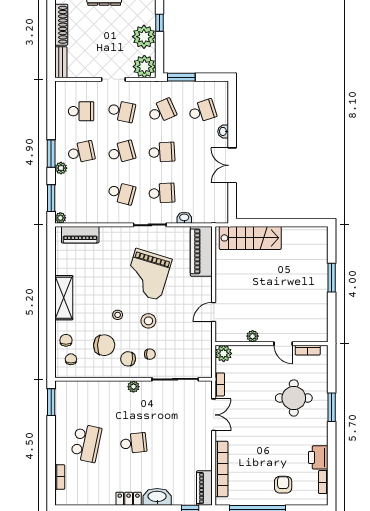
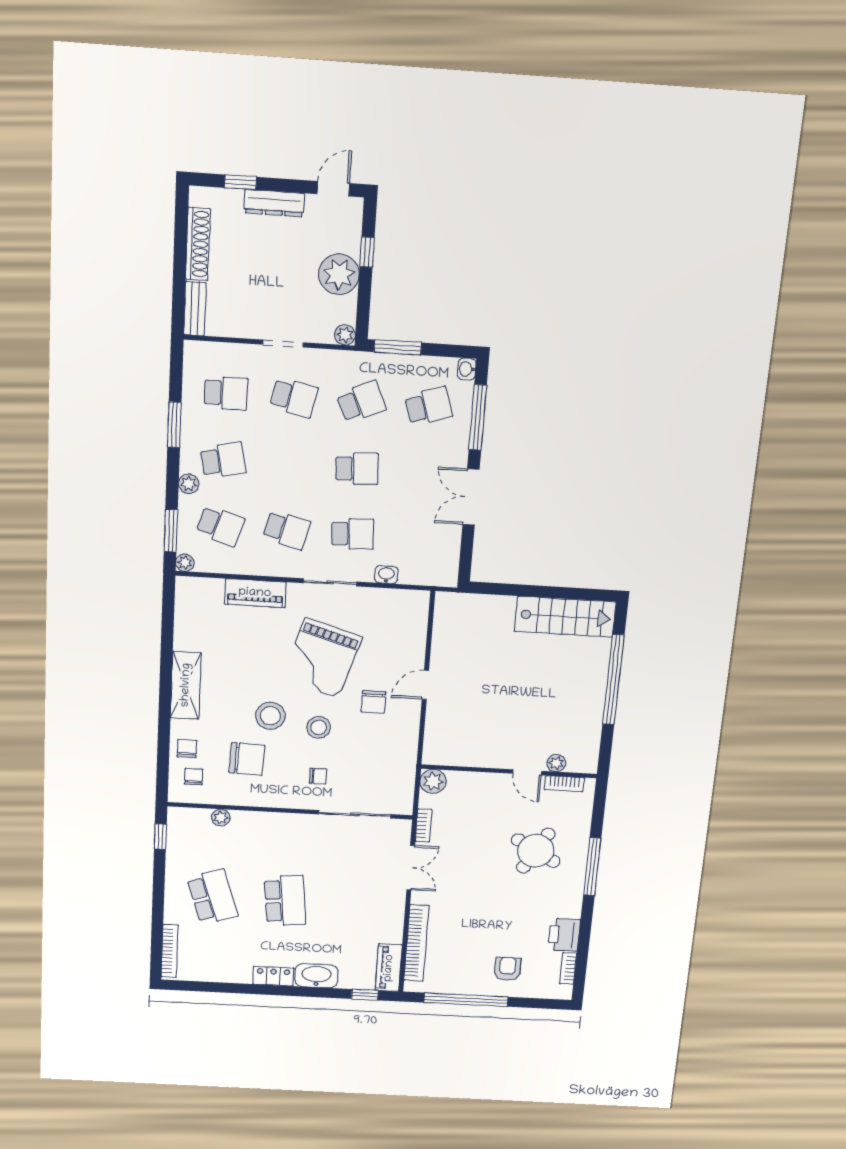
plant: (144, 67) -> (345, 335), width x0.53, depth x0.53
window: (232, 116) -> (478, 417), added
washbasin: (223, 131) -> (467, 369), moved
school desk: (121, 152) -> (220, 526), moved, turned 33
window: (51, 154) -> (174, 425), moved
piano: (80, 235) -> (255, 593), moved
stairs: (250, 238) -> (565, 617), moved
piano: (201, 251) -> (410, 628), removed
window: (332, 278) -> (613, 680), width x2.11
door: (214, 312) -> (425, 685), moved
stool: (118, 315) -> (270, 716), width x1.89, depth x1.89
plant: (253, 336) -> (556, 763), moved
chair: (128, 359) -> (373, 702), moved, turned -95
plant: (133, 387) -> (221, 818), moved
round table: (294, 398) -> (536, 851), turned 30
window: (51, 402) -> (160, 837), width x0.67
window: (332, 407) -> (592, 867), width x1.44
school desk: (86, 443) -> (212, 897), turned -30
school desk: (133, 443) -> (285, 901), width x1.85
bookcase: (60, 477) -> (170, 951), width x1.56

